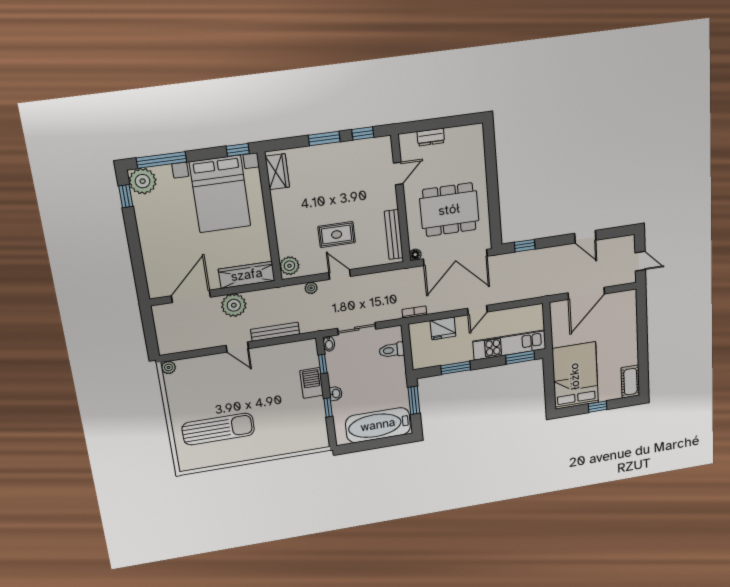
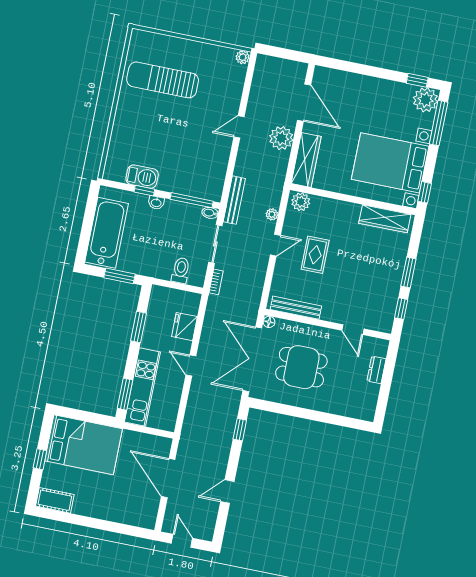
wardrobe: (277, 172) -> (385, 219), width x1.50
dining table: (449, 210) -> (301, 367), width x0.73
door: (640, 261) -> (182, 541), swing flipped
bookcase: (414, 312) -> (216, 282), moved
bench: (275, 332) -> (234, 200), moved
window: (323, 364) -> (192, 200), width x2.17
barbecue: (312, 383) -> (142, 177), moved
sun lounger: (218, 429) -> (163, 80), turned 90

